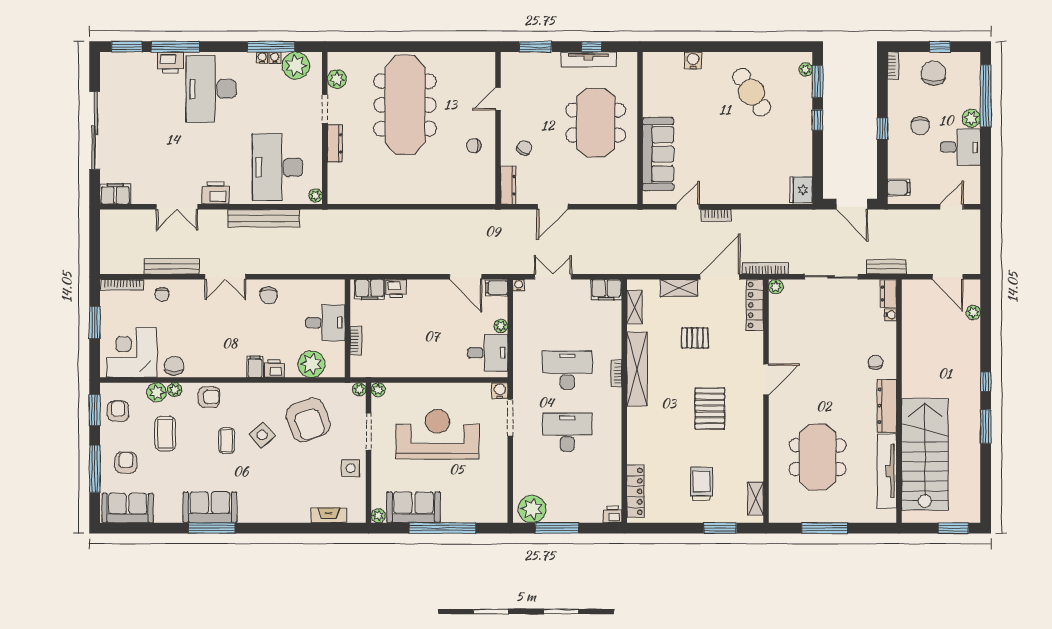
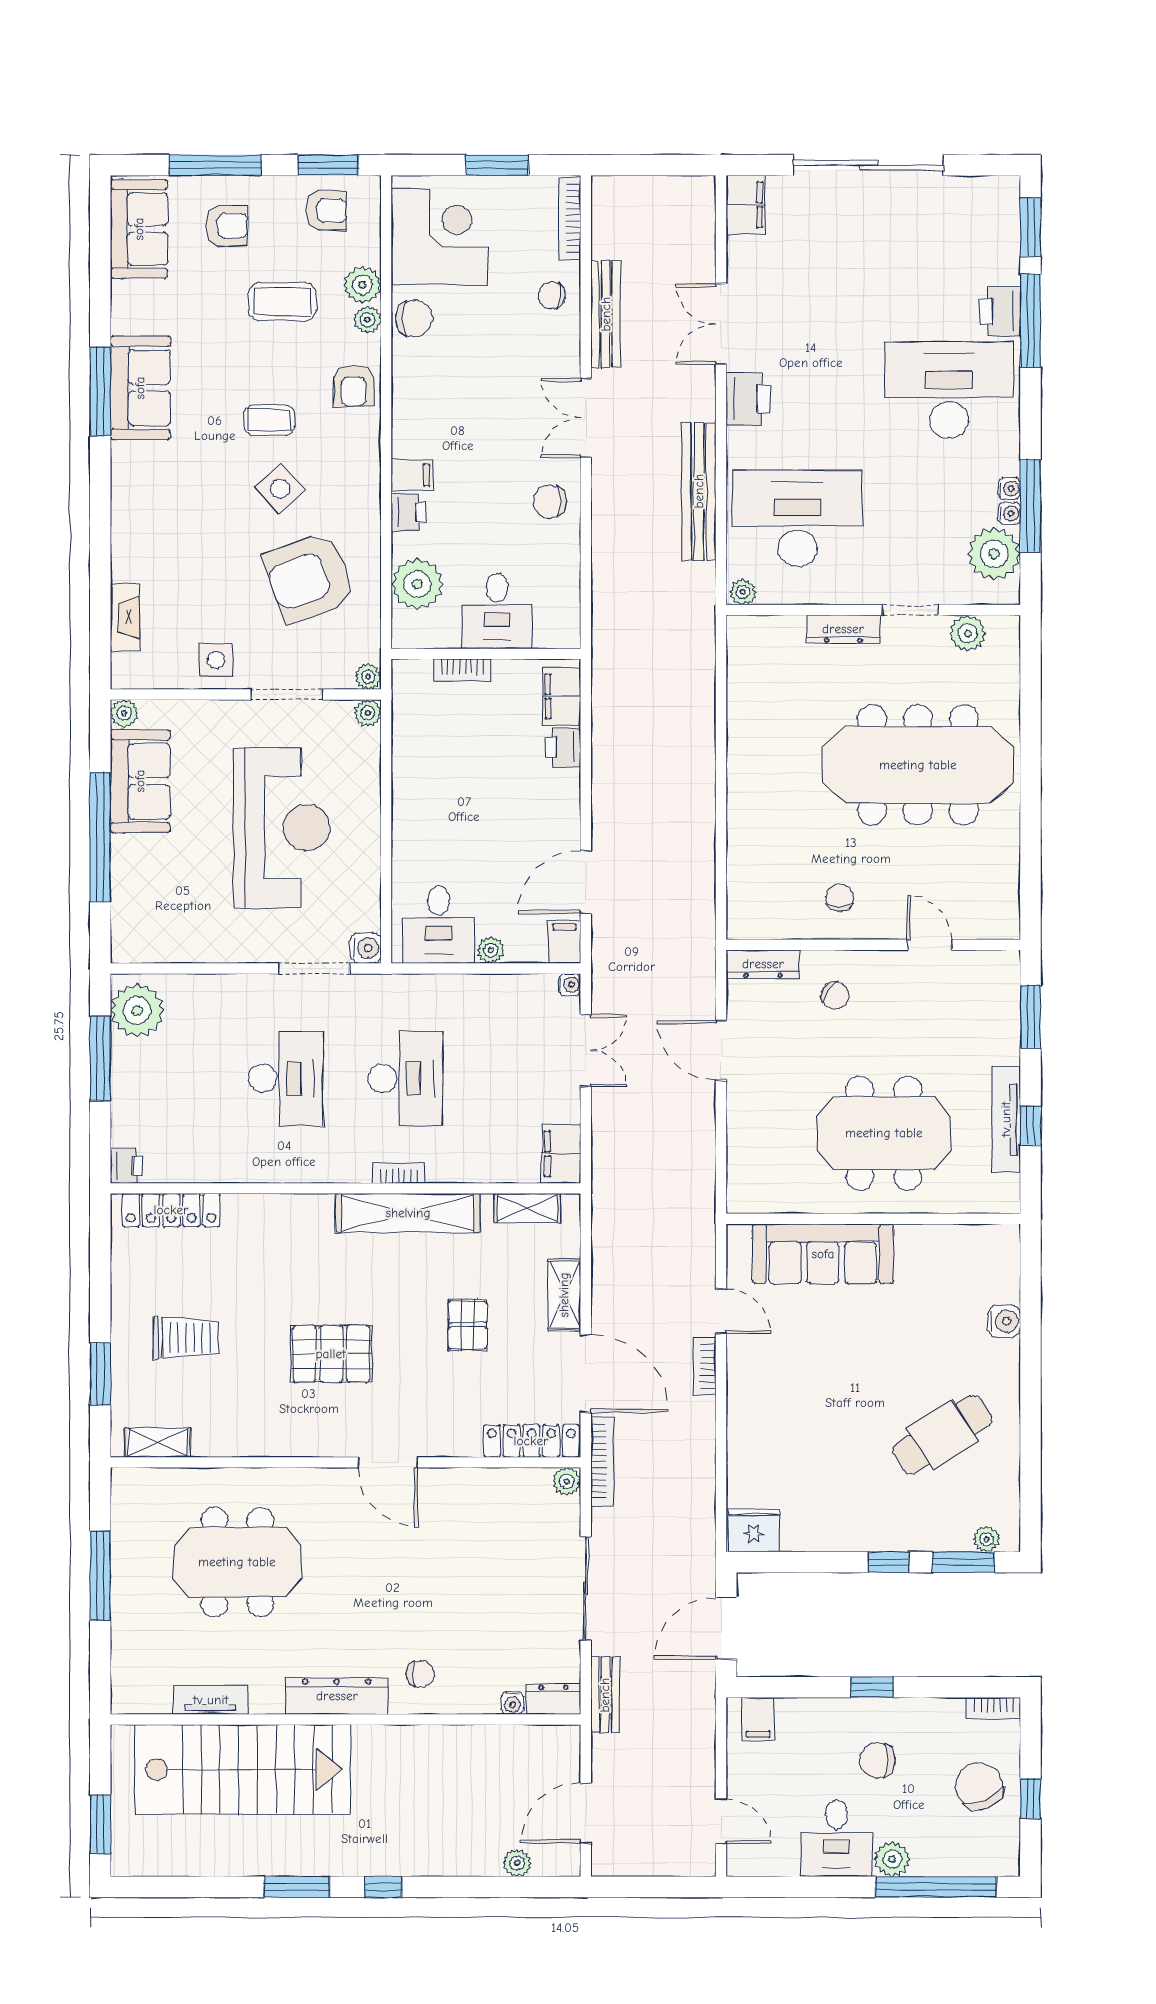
chair: (933, 73) -> (979, 1786), turned -112
tv unit: (887, 471) -> (211, 1700), width x0.52, depth x0.78

